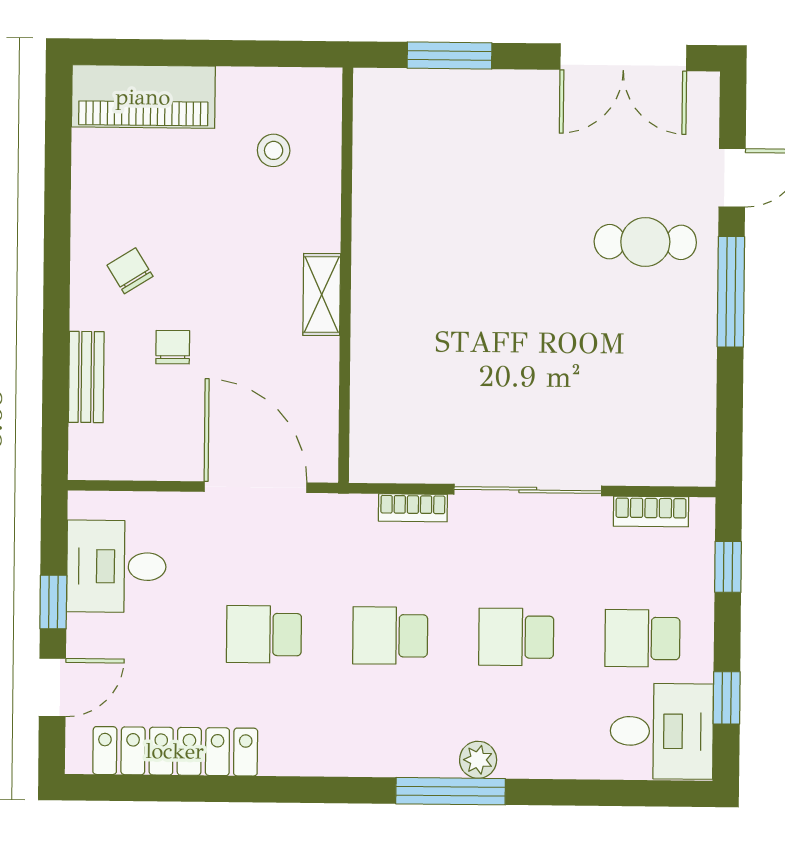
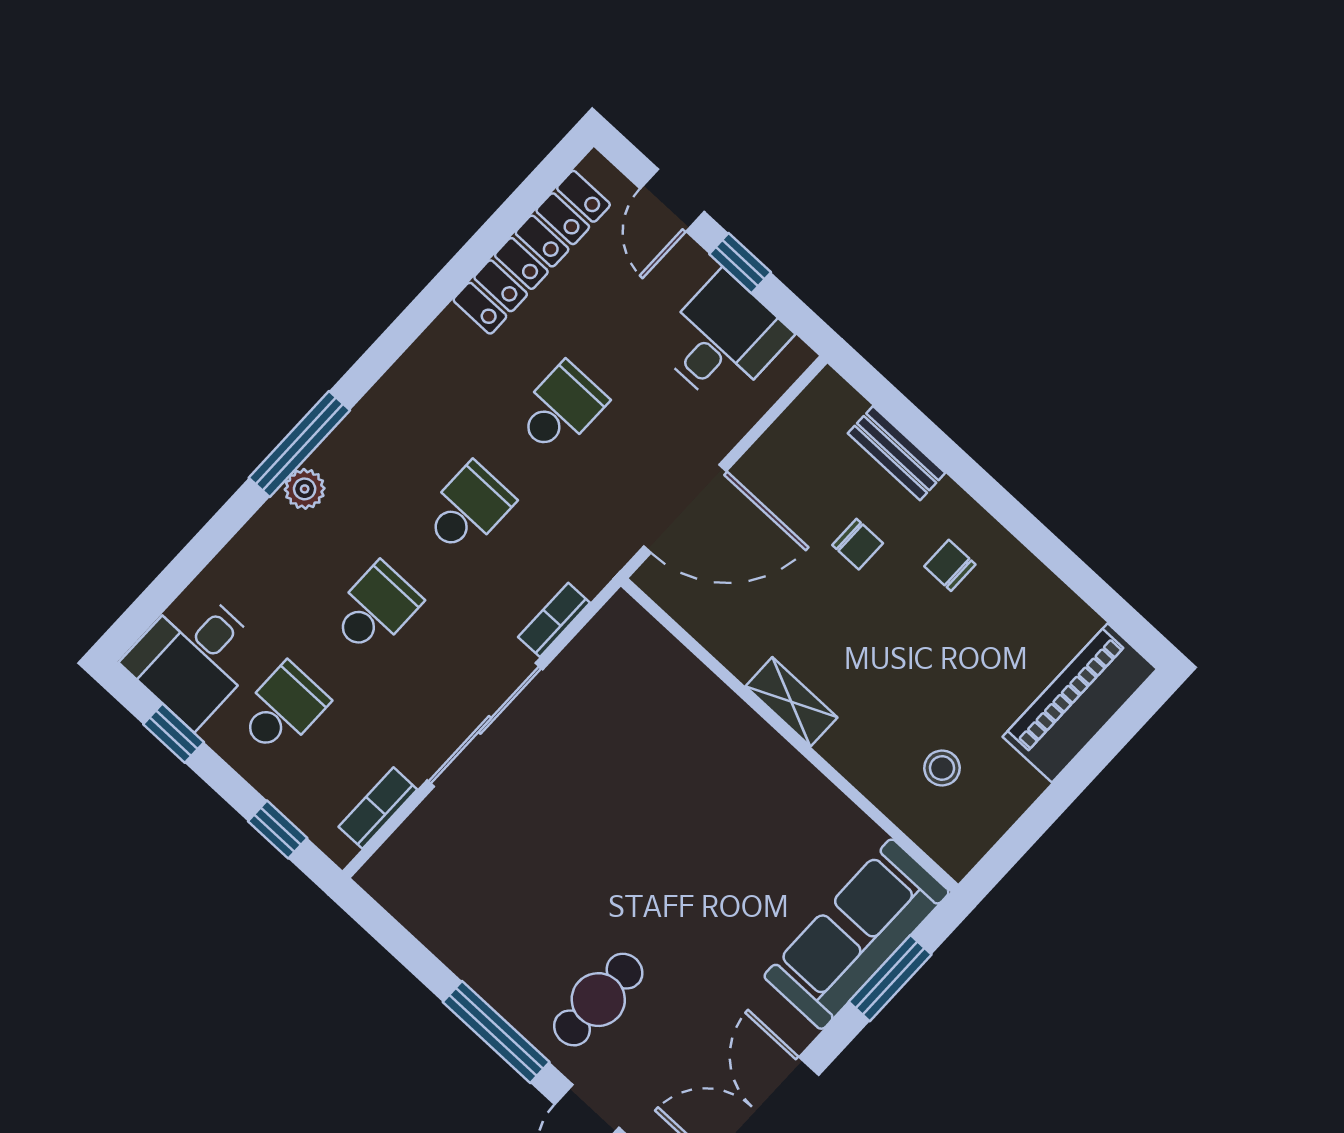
sofa: (440, 106) -> (857, 934), added
chair: (130, 271) -> (950, 565), turned -148

